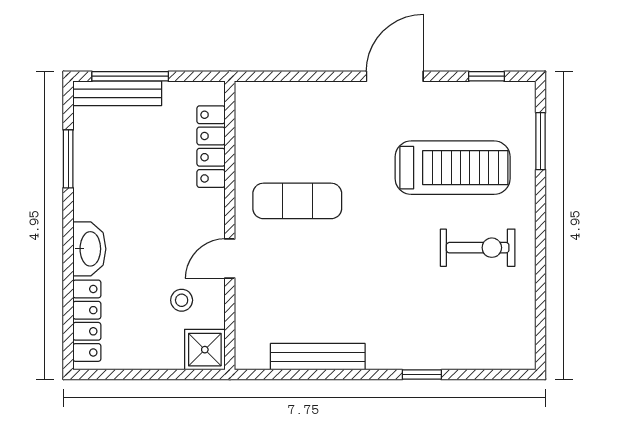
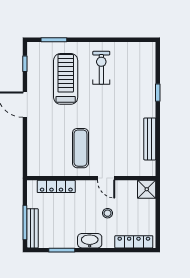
washbasin: (89, 249) -> (90, 241), moved
stool: (182, 300) -> (108, 213), moved

